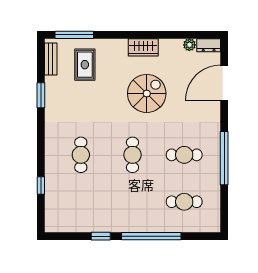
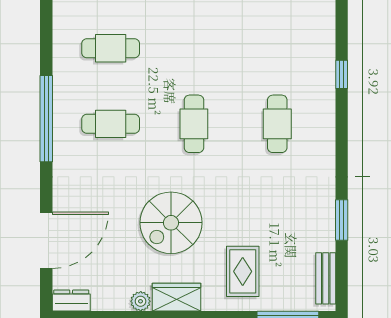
plant: (189, 45) -> (141, 301), moved
rug: (85, 65) -> (243, 271), moved

